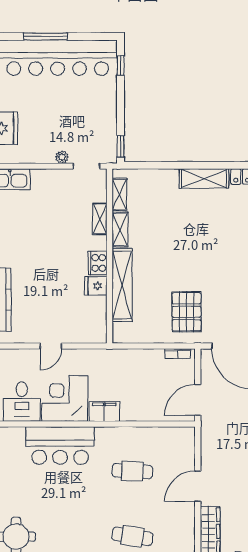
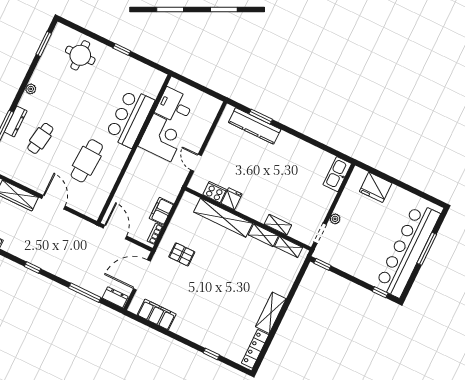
cooker: (98, 263) -> (215, 192), moved
pallet: (187, 312) -> (182, 254), width x0.67, depth x0.71
door: (51, 346) -> (196, 163), moved
filing cabinet: (104, 411) -> (161, 211), moved, turned 180
cafe table: (132, 471) -> (87, 161), width x1.37, depth x1.35

